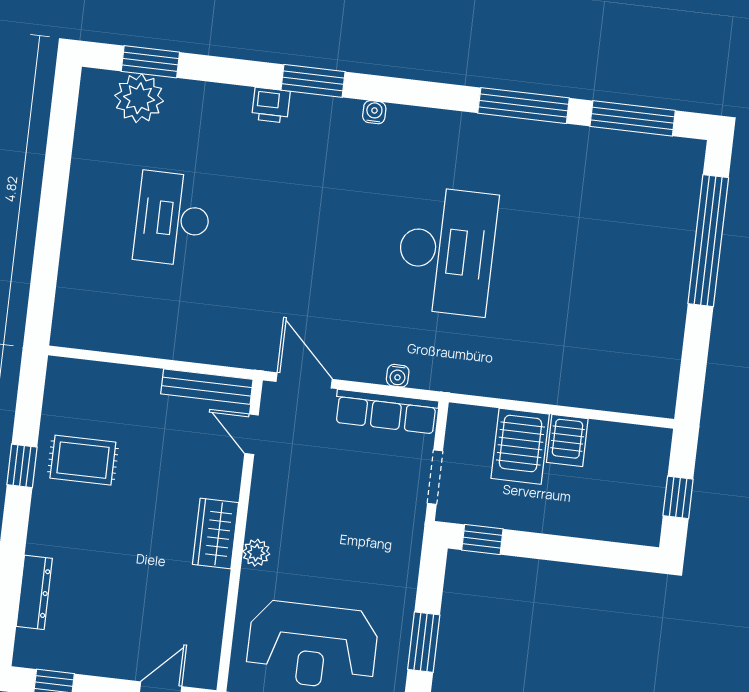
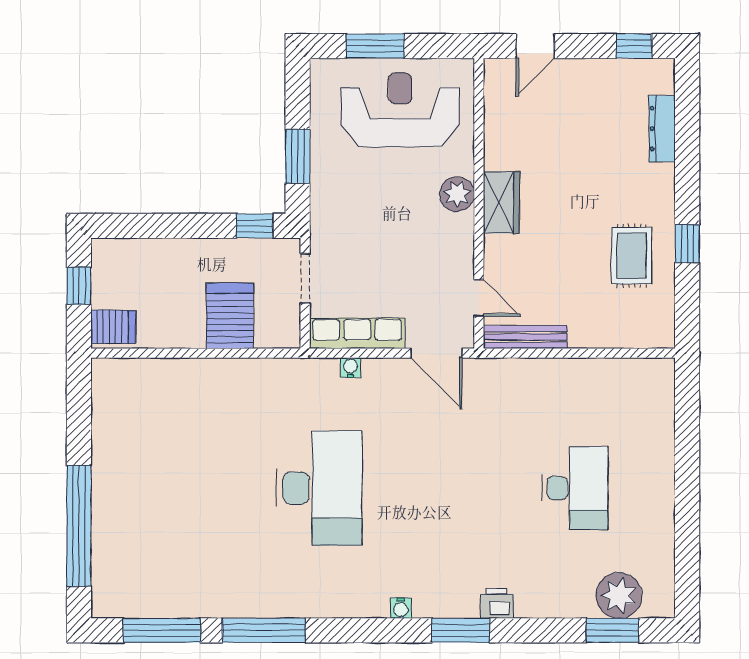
desk: (446, 251) -> (319, 488), turned 180
server rack: (567, 441) -> (113, 327), moved, turned 90
rug: (83, 460) -> (632, 256), turned 90
plant: (256, 553) -> (457, 194), width x1.38, depth x1.38
window: (424, 642) -> (298, 156), moved

